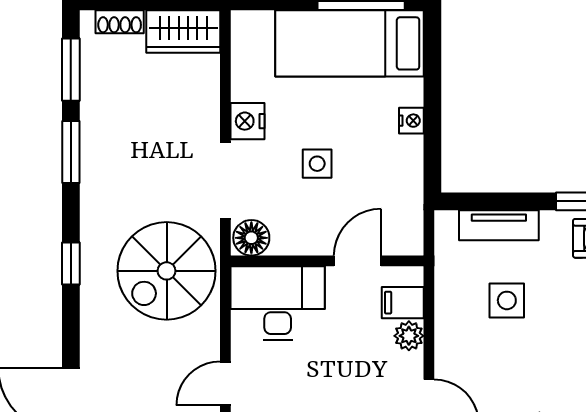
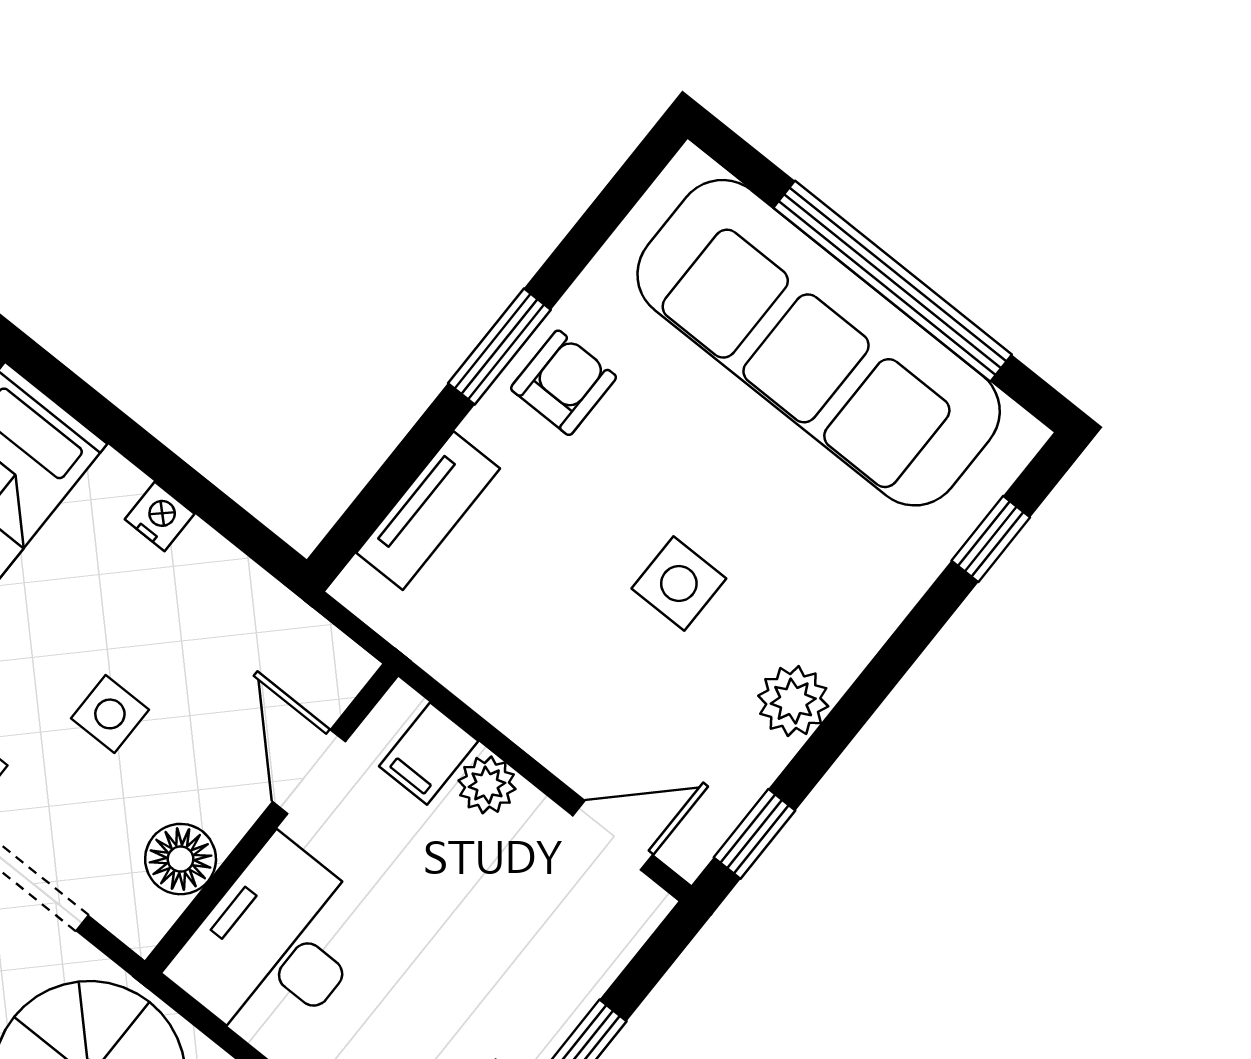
floor lamp: (251, 238) -> (181, 859), moved
side table: (507, 300) -> (679, 584), moved

